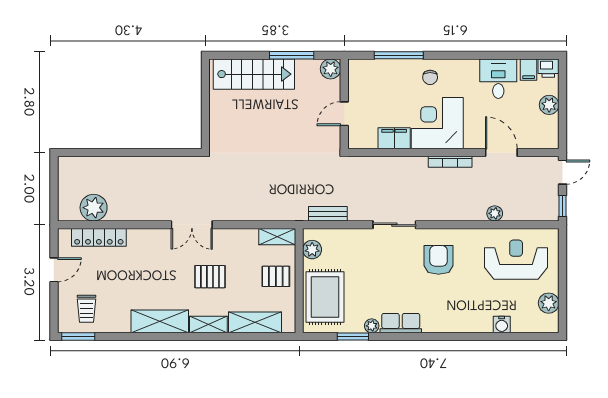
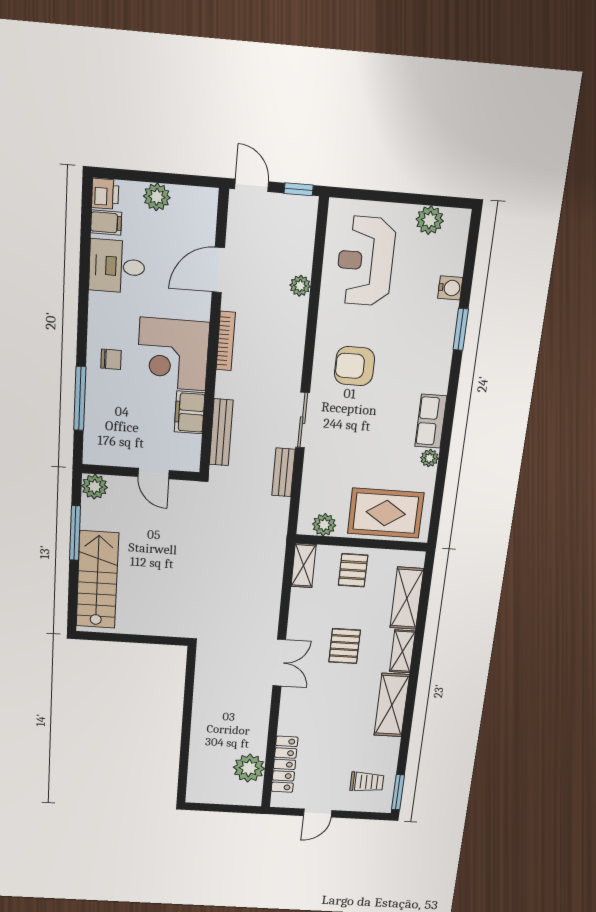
bench: (380, 163) -> (221, 432), added
bench: (328, 214) -> (283, 472), moved
door: (54, 270) -> (318, 813), swing flipped
window: (353, 336) -> (461, 329), moved

